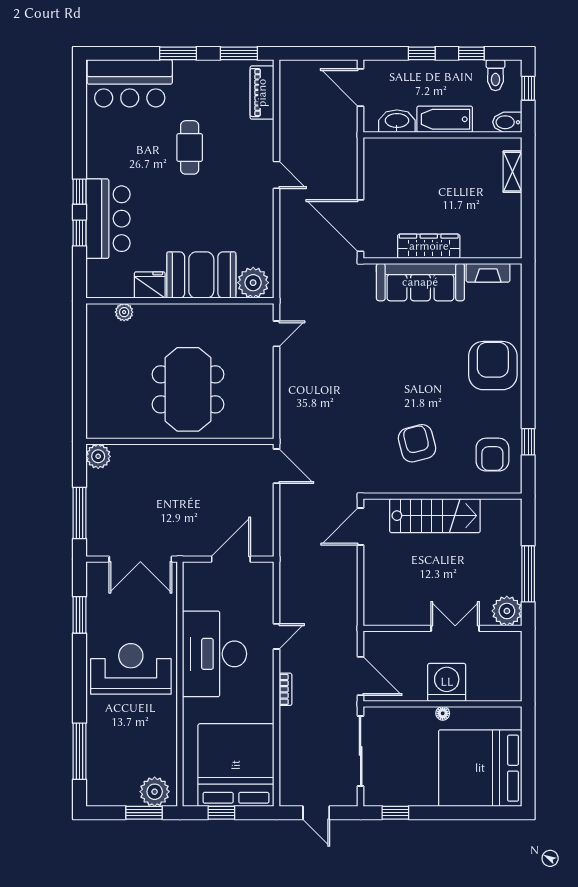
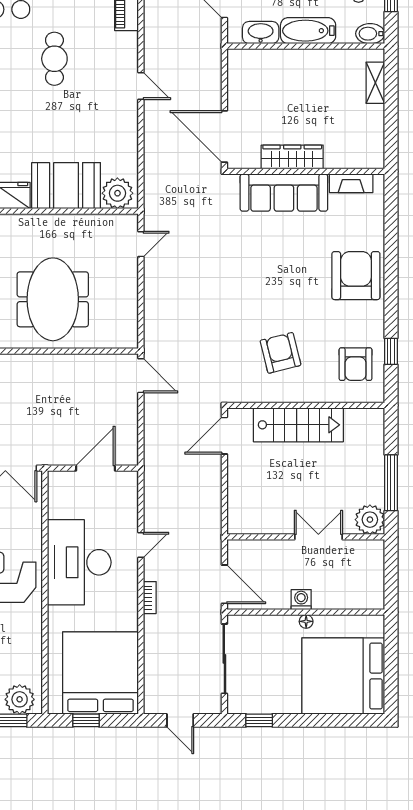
washing machine: (447, 682) -> (301, 600), width x0.53, depth x0.53

